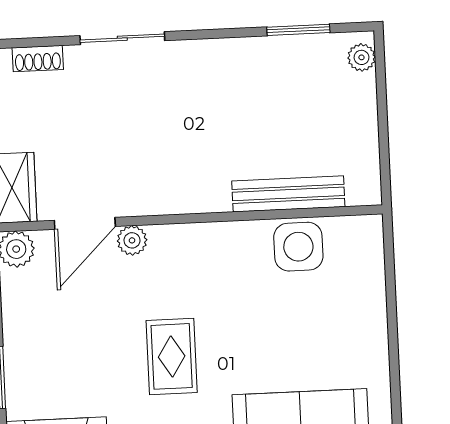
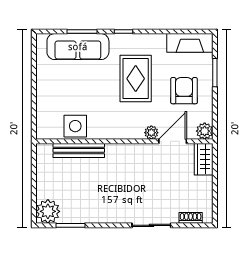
plant: (361, 57) -> (48, 211), width x1.87, depth x1.87
armchair: (65, 335) -> (184, 91), added
rug: (172, 356) -> (136, 79), width x1.36, depth x1.43

